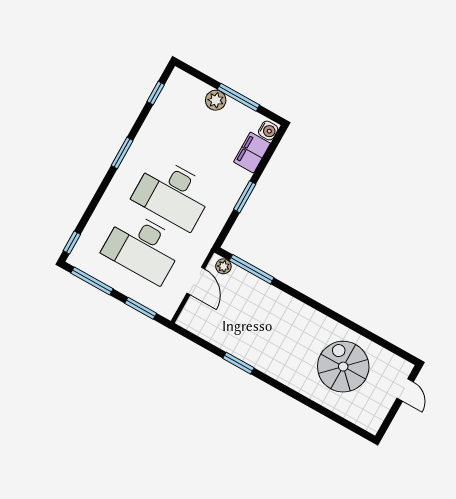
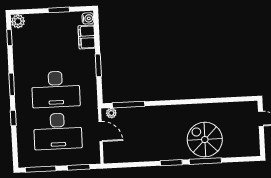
window: (238, 97) -> (59, 10), width x0.69
plant: (216, 100) -> (18, 21), moved
window: (72, 243) -> (13, 118), moved
window: (238, 363) -> (171, 163), moved
spiral stairs: (343, 367) -> (205, 140), moved
window: (303, 399) -> (205, 161), added

